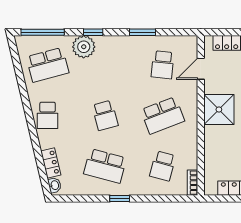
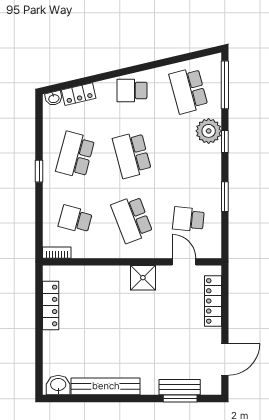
shower: (219, 110) -> (143, 278), width x0.73, depth x0.73
school desk: (105, 115) -> (132, 155), width x1.85

